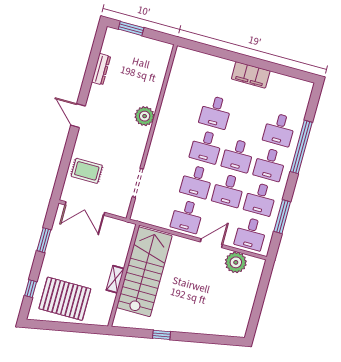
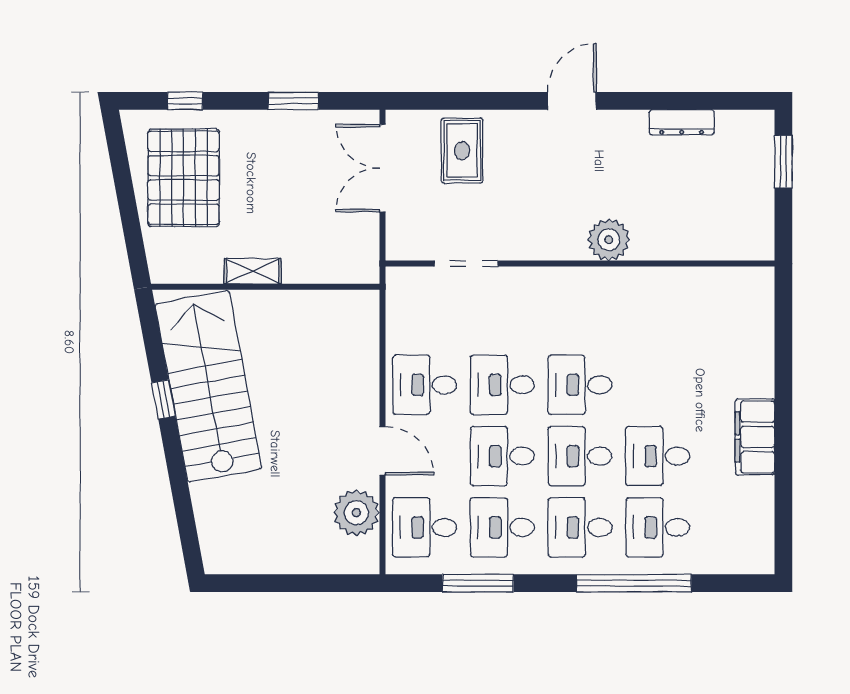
desk: (215, 112) -> (658, 456), moved
stairs: (144, 272) -> (208, 386), moved, turned -100

